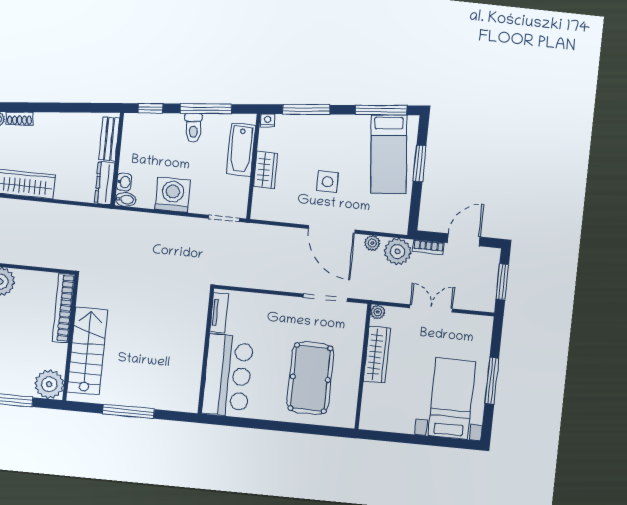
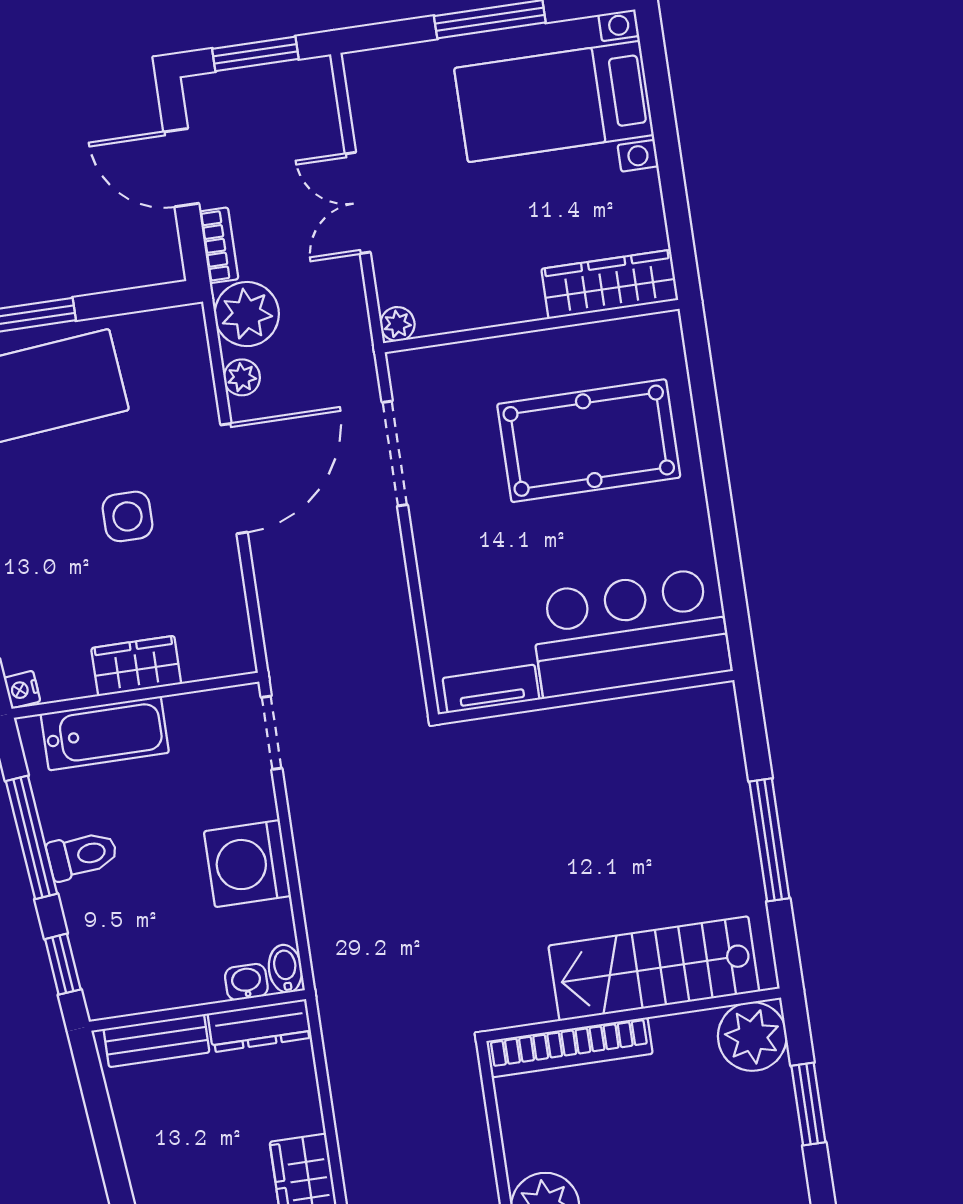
wardrobe: (377, 355) -> (610, 284), moved

